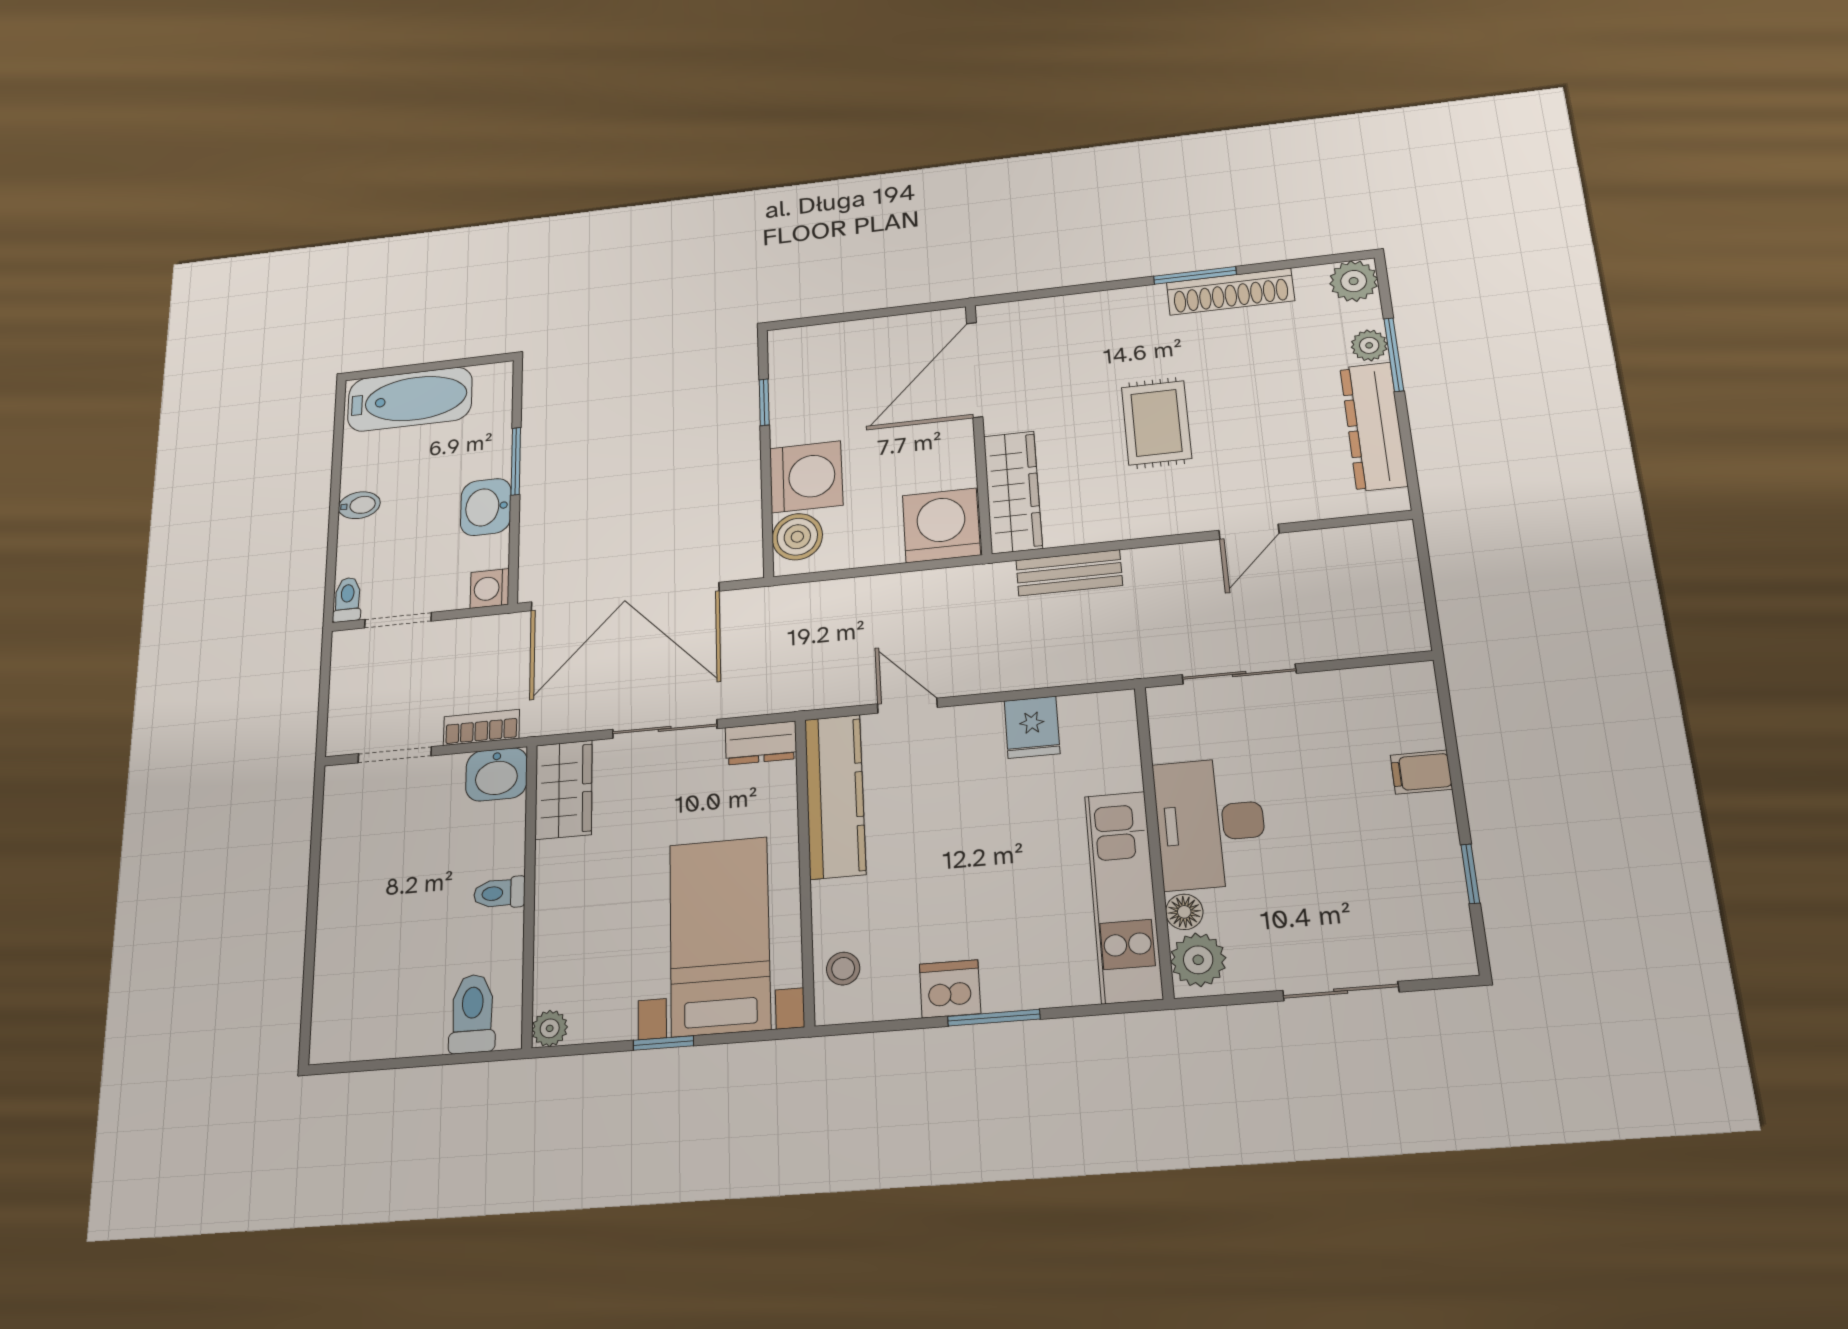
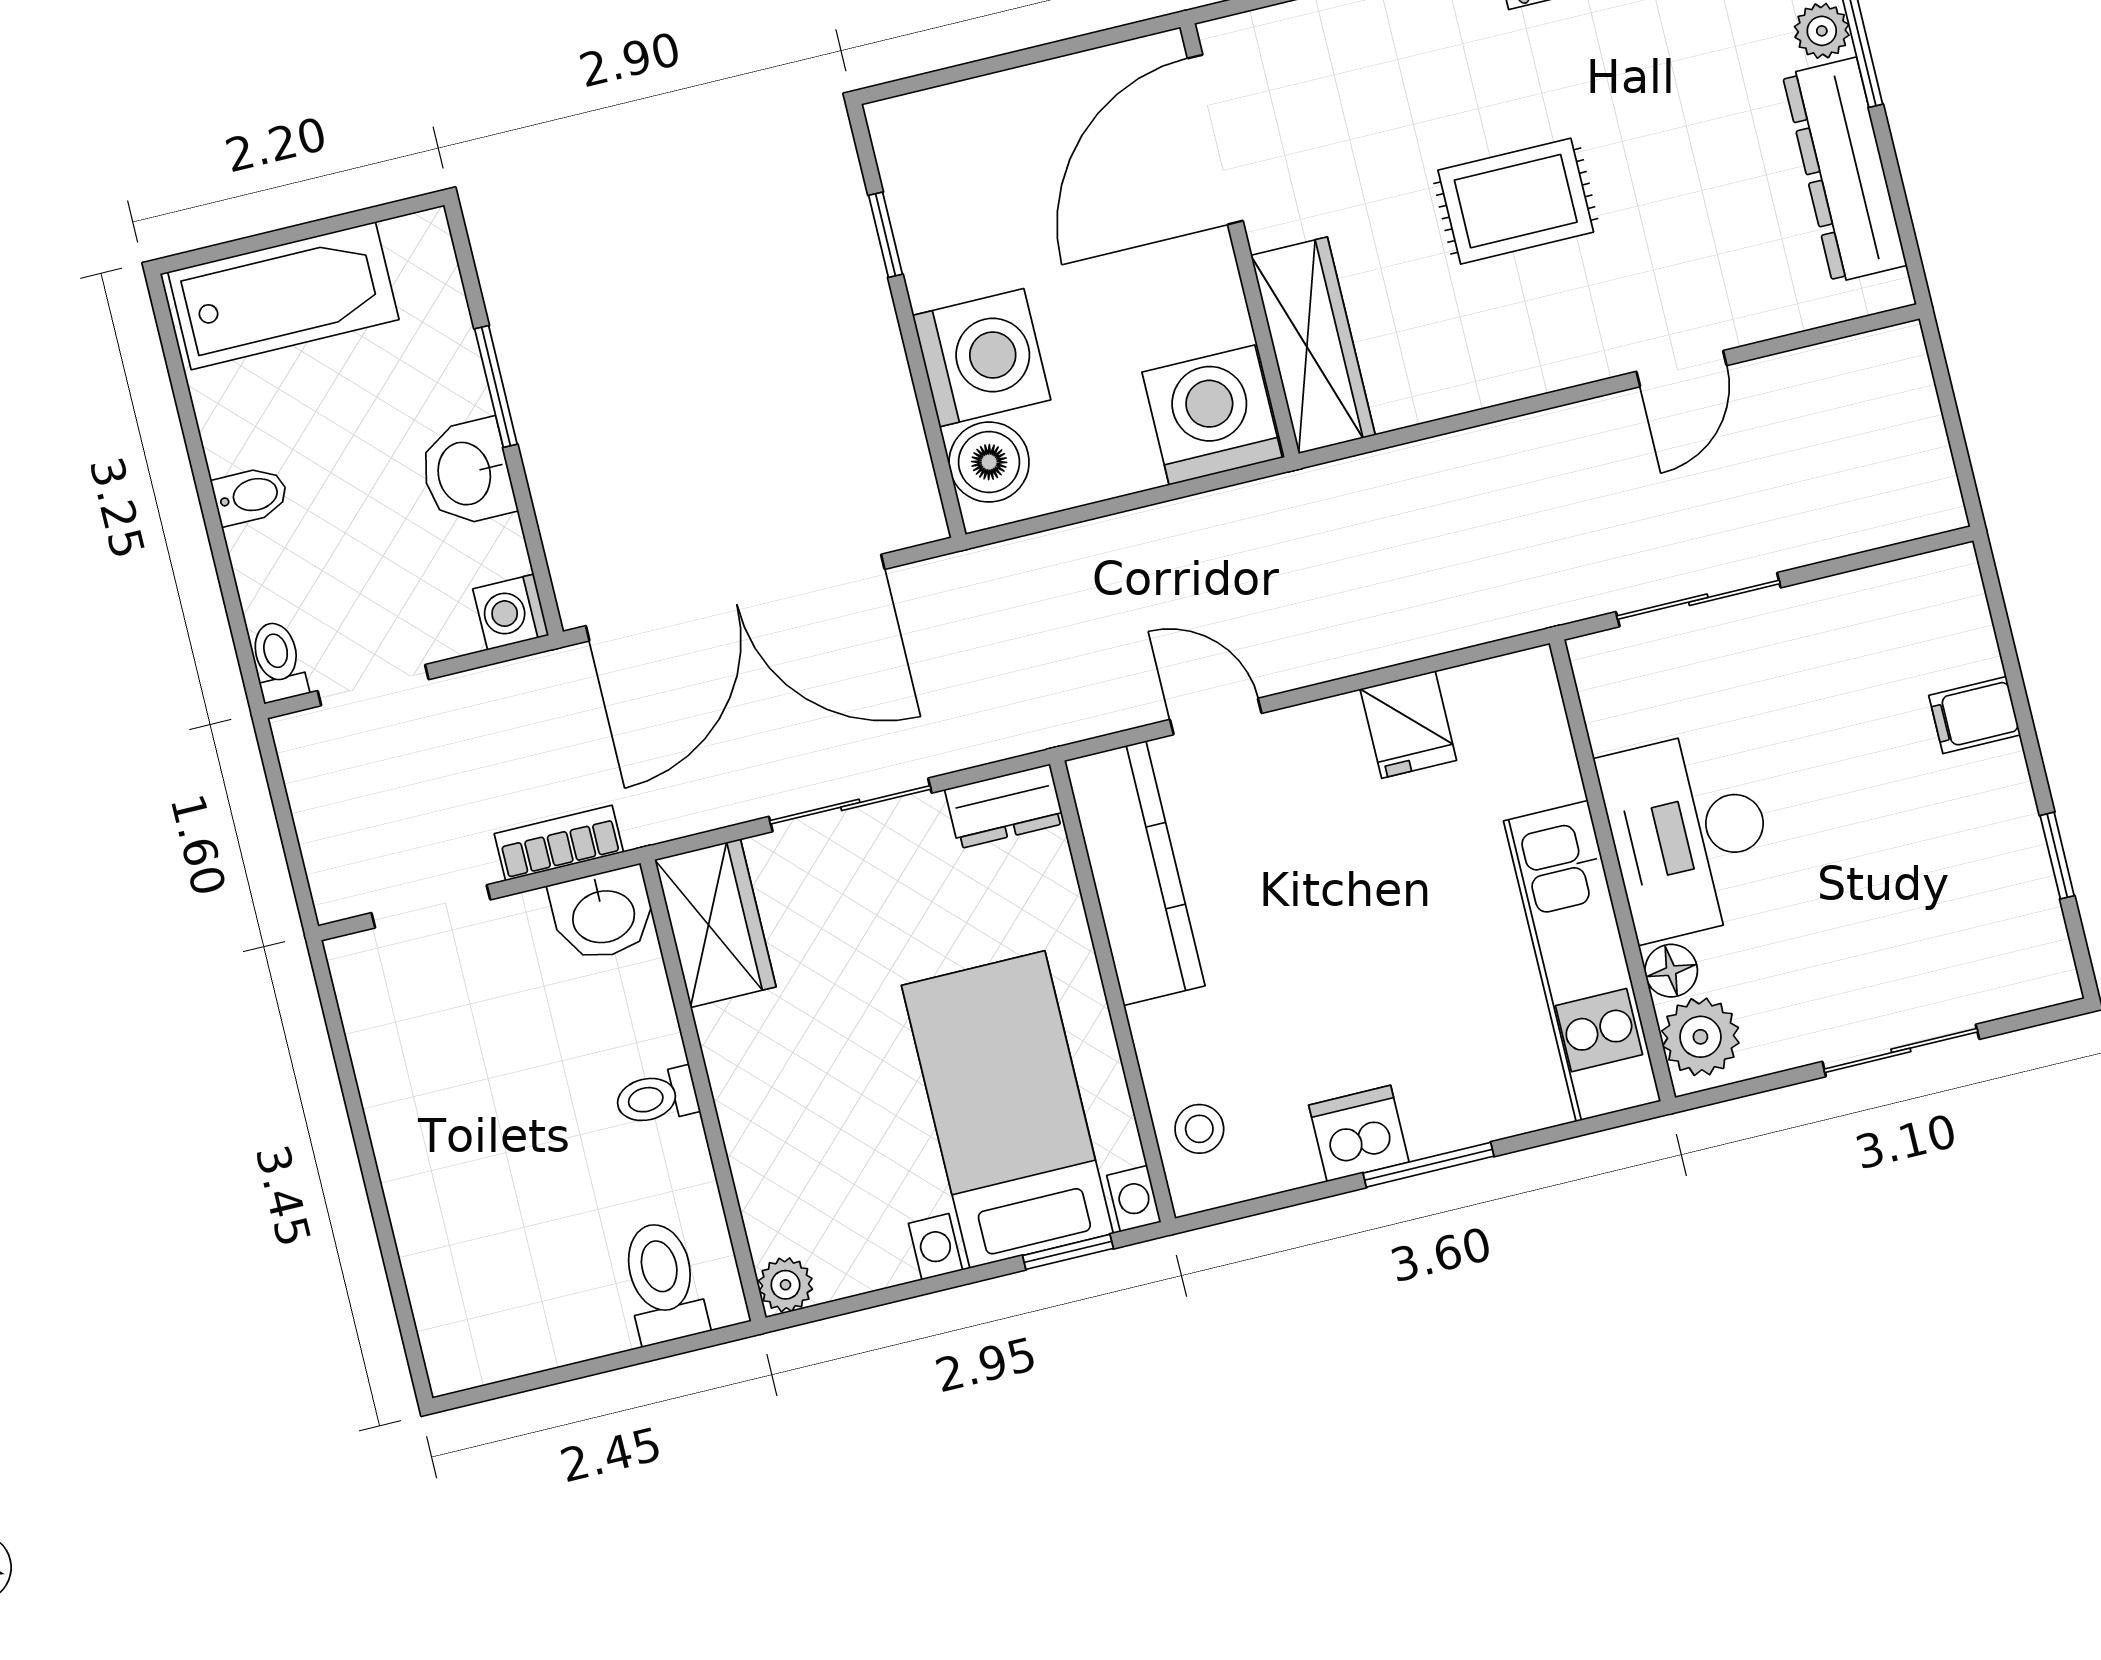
rug: (1156, 423) -> (1516, 201), turned 90
bench: (1069, 573) -> (1422, 470), removed
window: (663, 1043) -> (1068, 1252), moved

